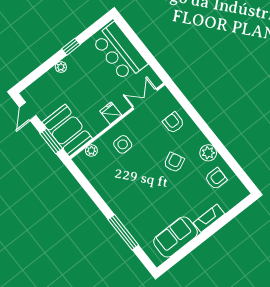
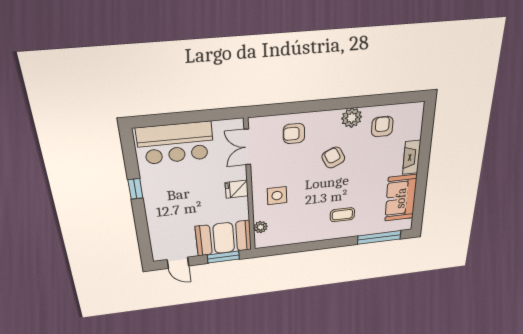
plant: (61, 67) -> (152, 210), removed
coffee table: (137, 203) -> (342, 215), added
window: (123, 232) -> (379, 237), moved

